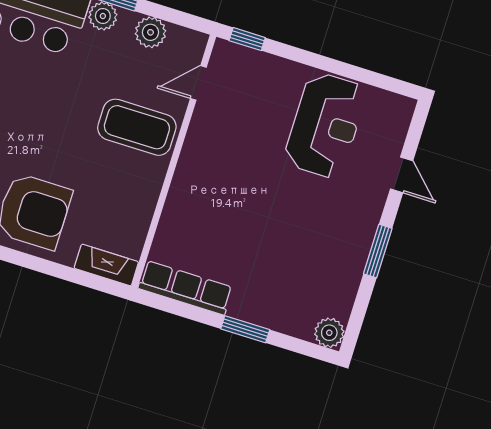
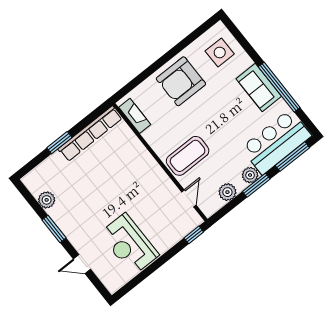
fireplace: (106, 265) -> (135, 116), moved, turned -90
row of seats: (185, 288) -> (90, 134), width x1.36
plant: (329, 333) -> (47, 200), moved

